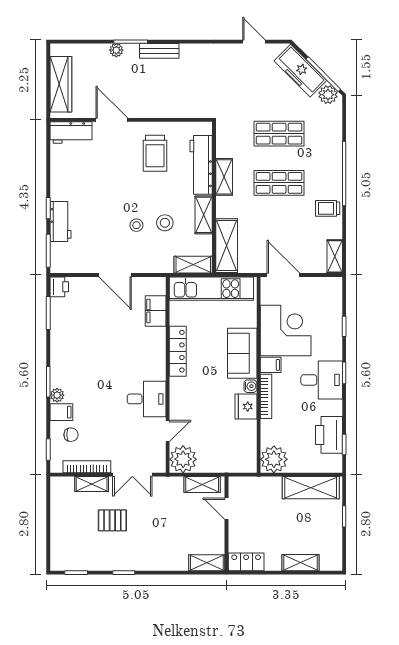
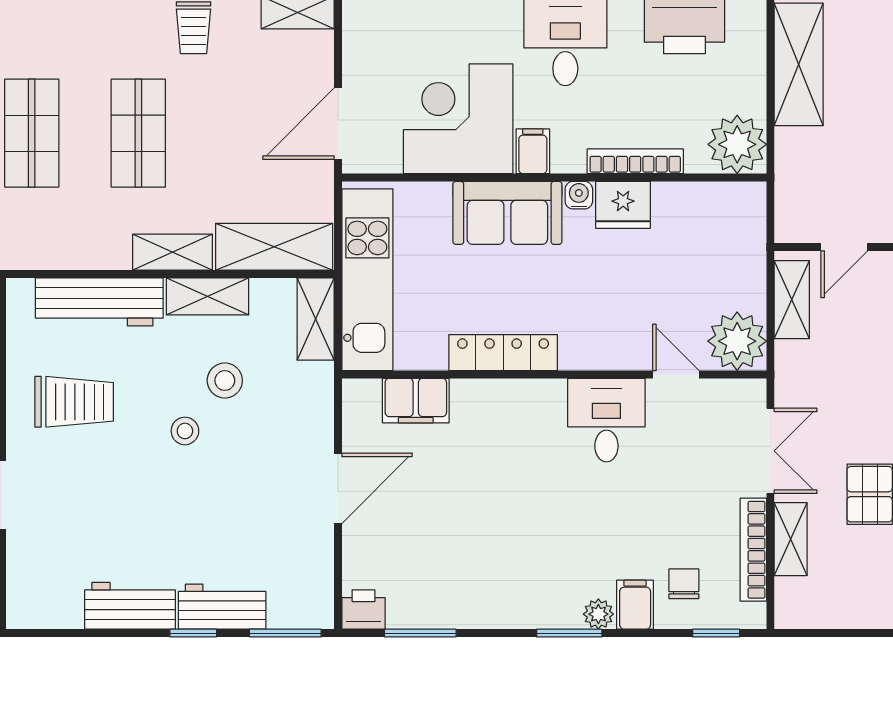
workbench: (71, 133) -> (130, 606), moved, turned -90
shelving: (224, 177) -> (173, 252), moved
stool: (136, 225) -> (185, 431), moved
bookcase: (266, 396) -> (635, 161), moved

